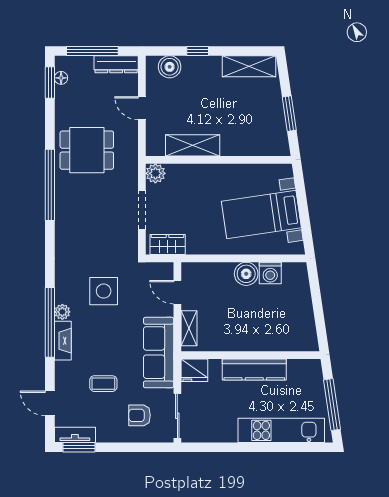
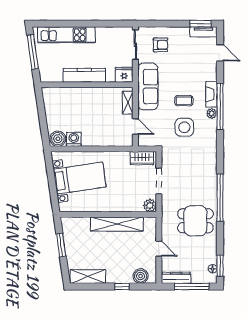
shelving: (193, 145) -> (117, 224), width x1.47
boiler: (246, 274) -> (58, 139), moved
coffee table: (103, 384) -> (184, 101), moved

